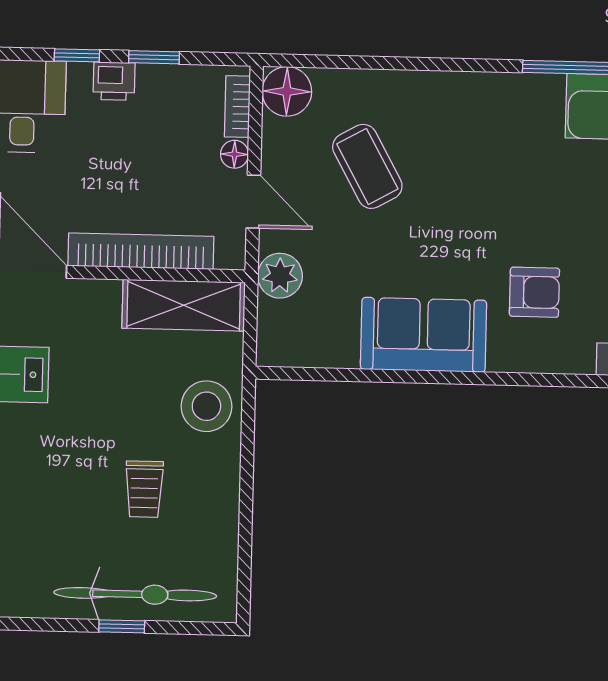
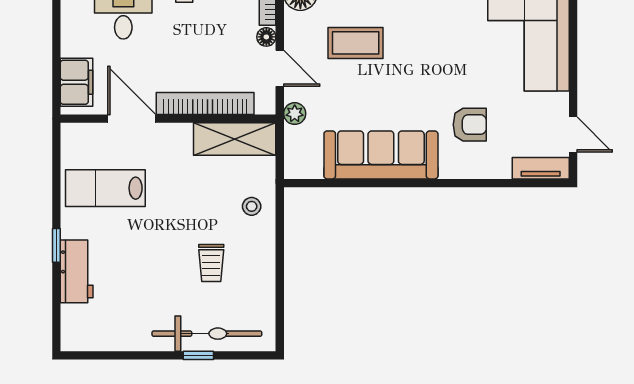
coffee table: (367, 166) -> (356, 43), turned -61
plant: (280, 276) -> (295, 114), width x0.73, depth x0.73
sofa: (423, 335) -> (381, 155), width x1.36
stool: (206, 406) -> (252, 206), width x0.53, depth x0.53

